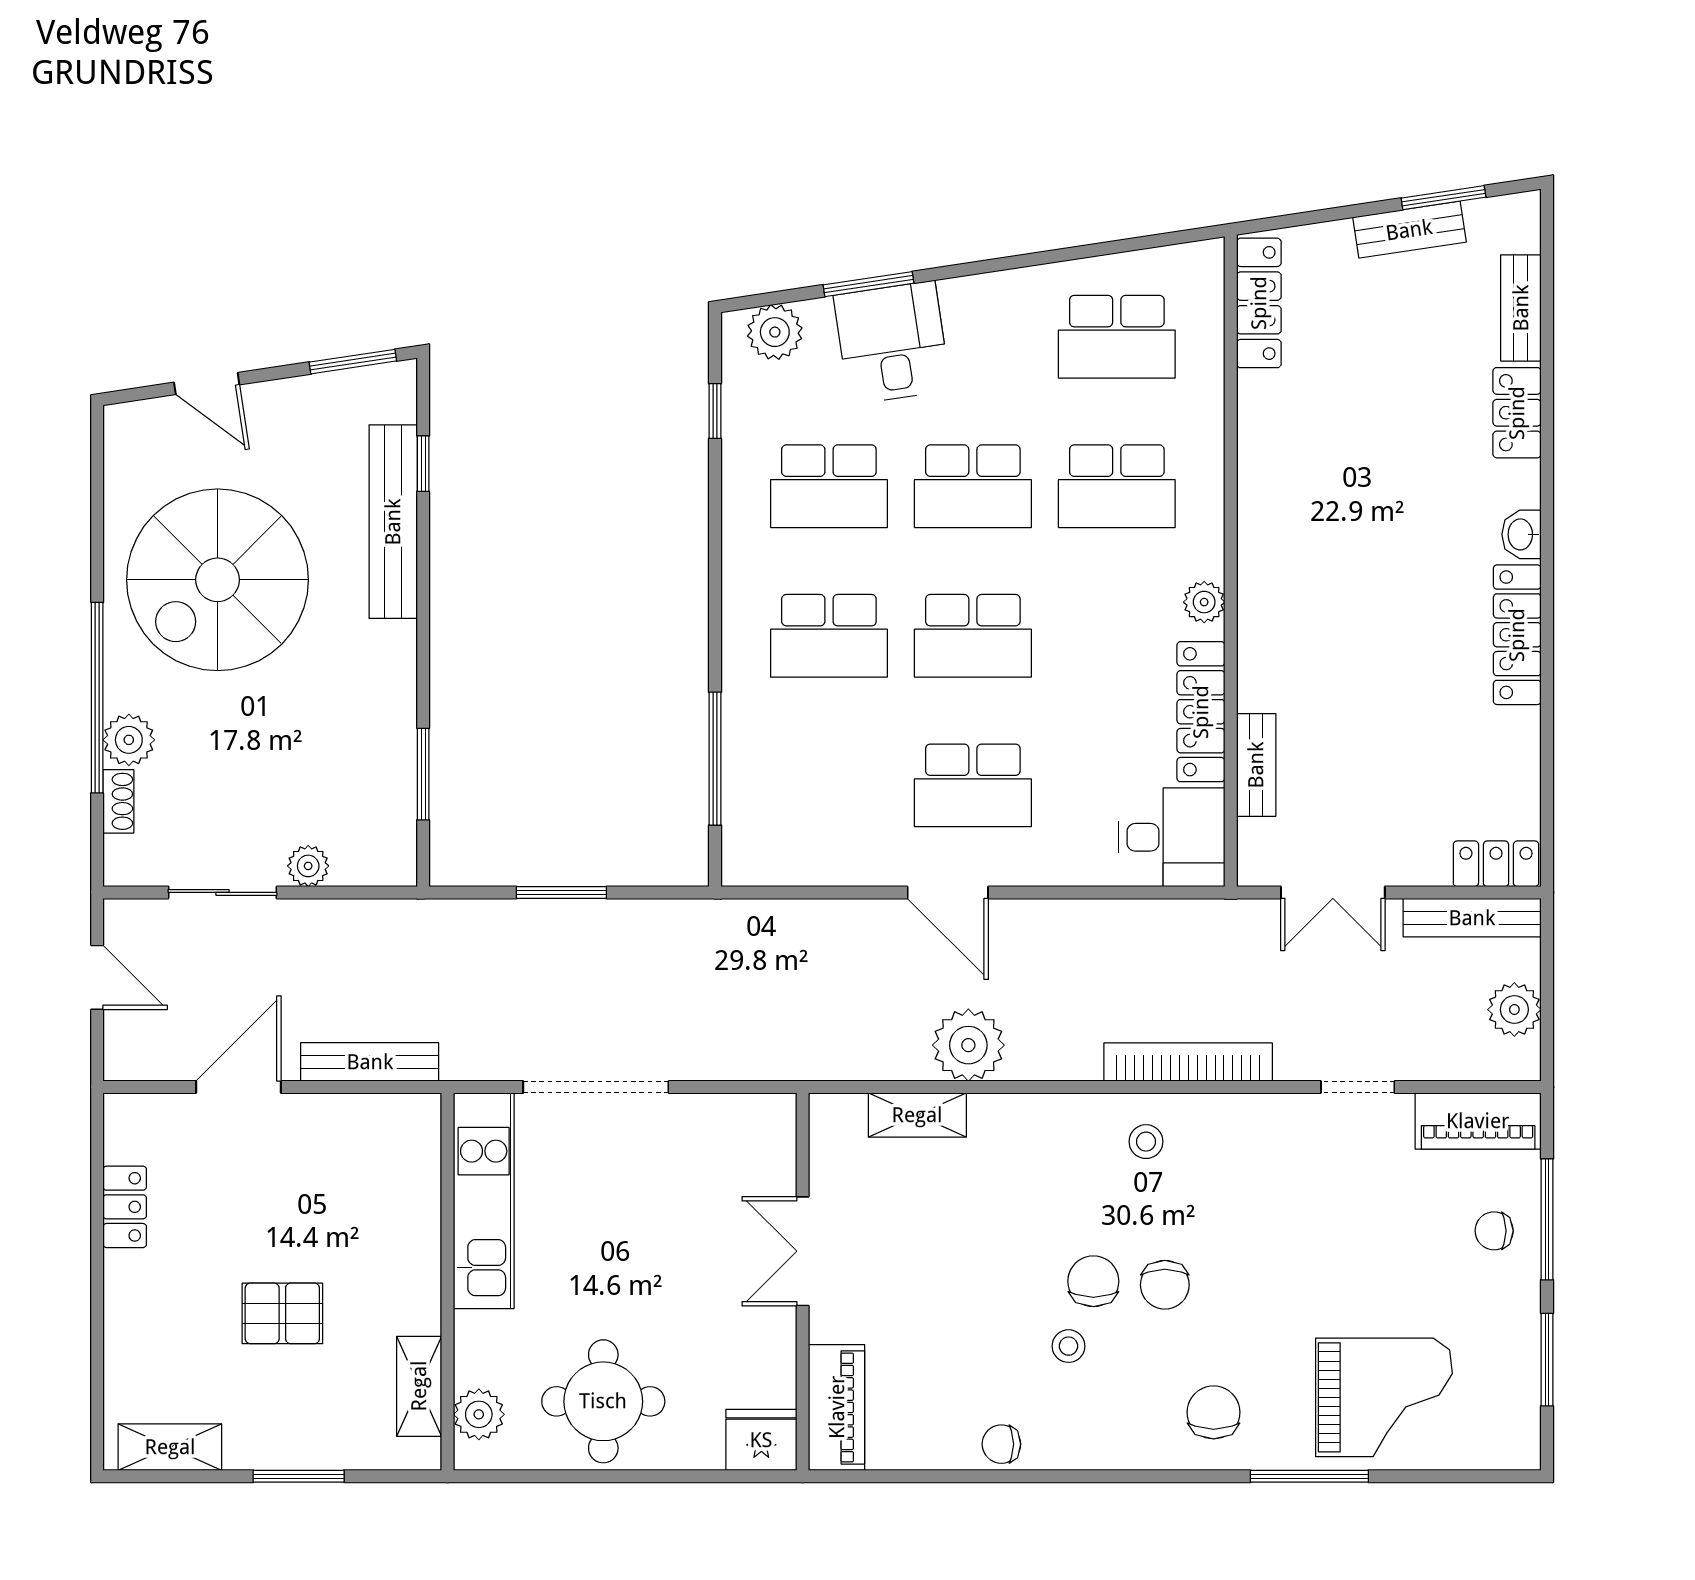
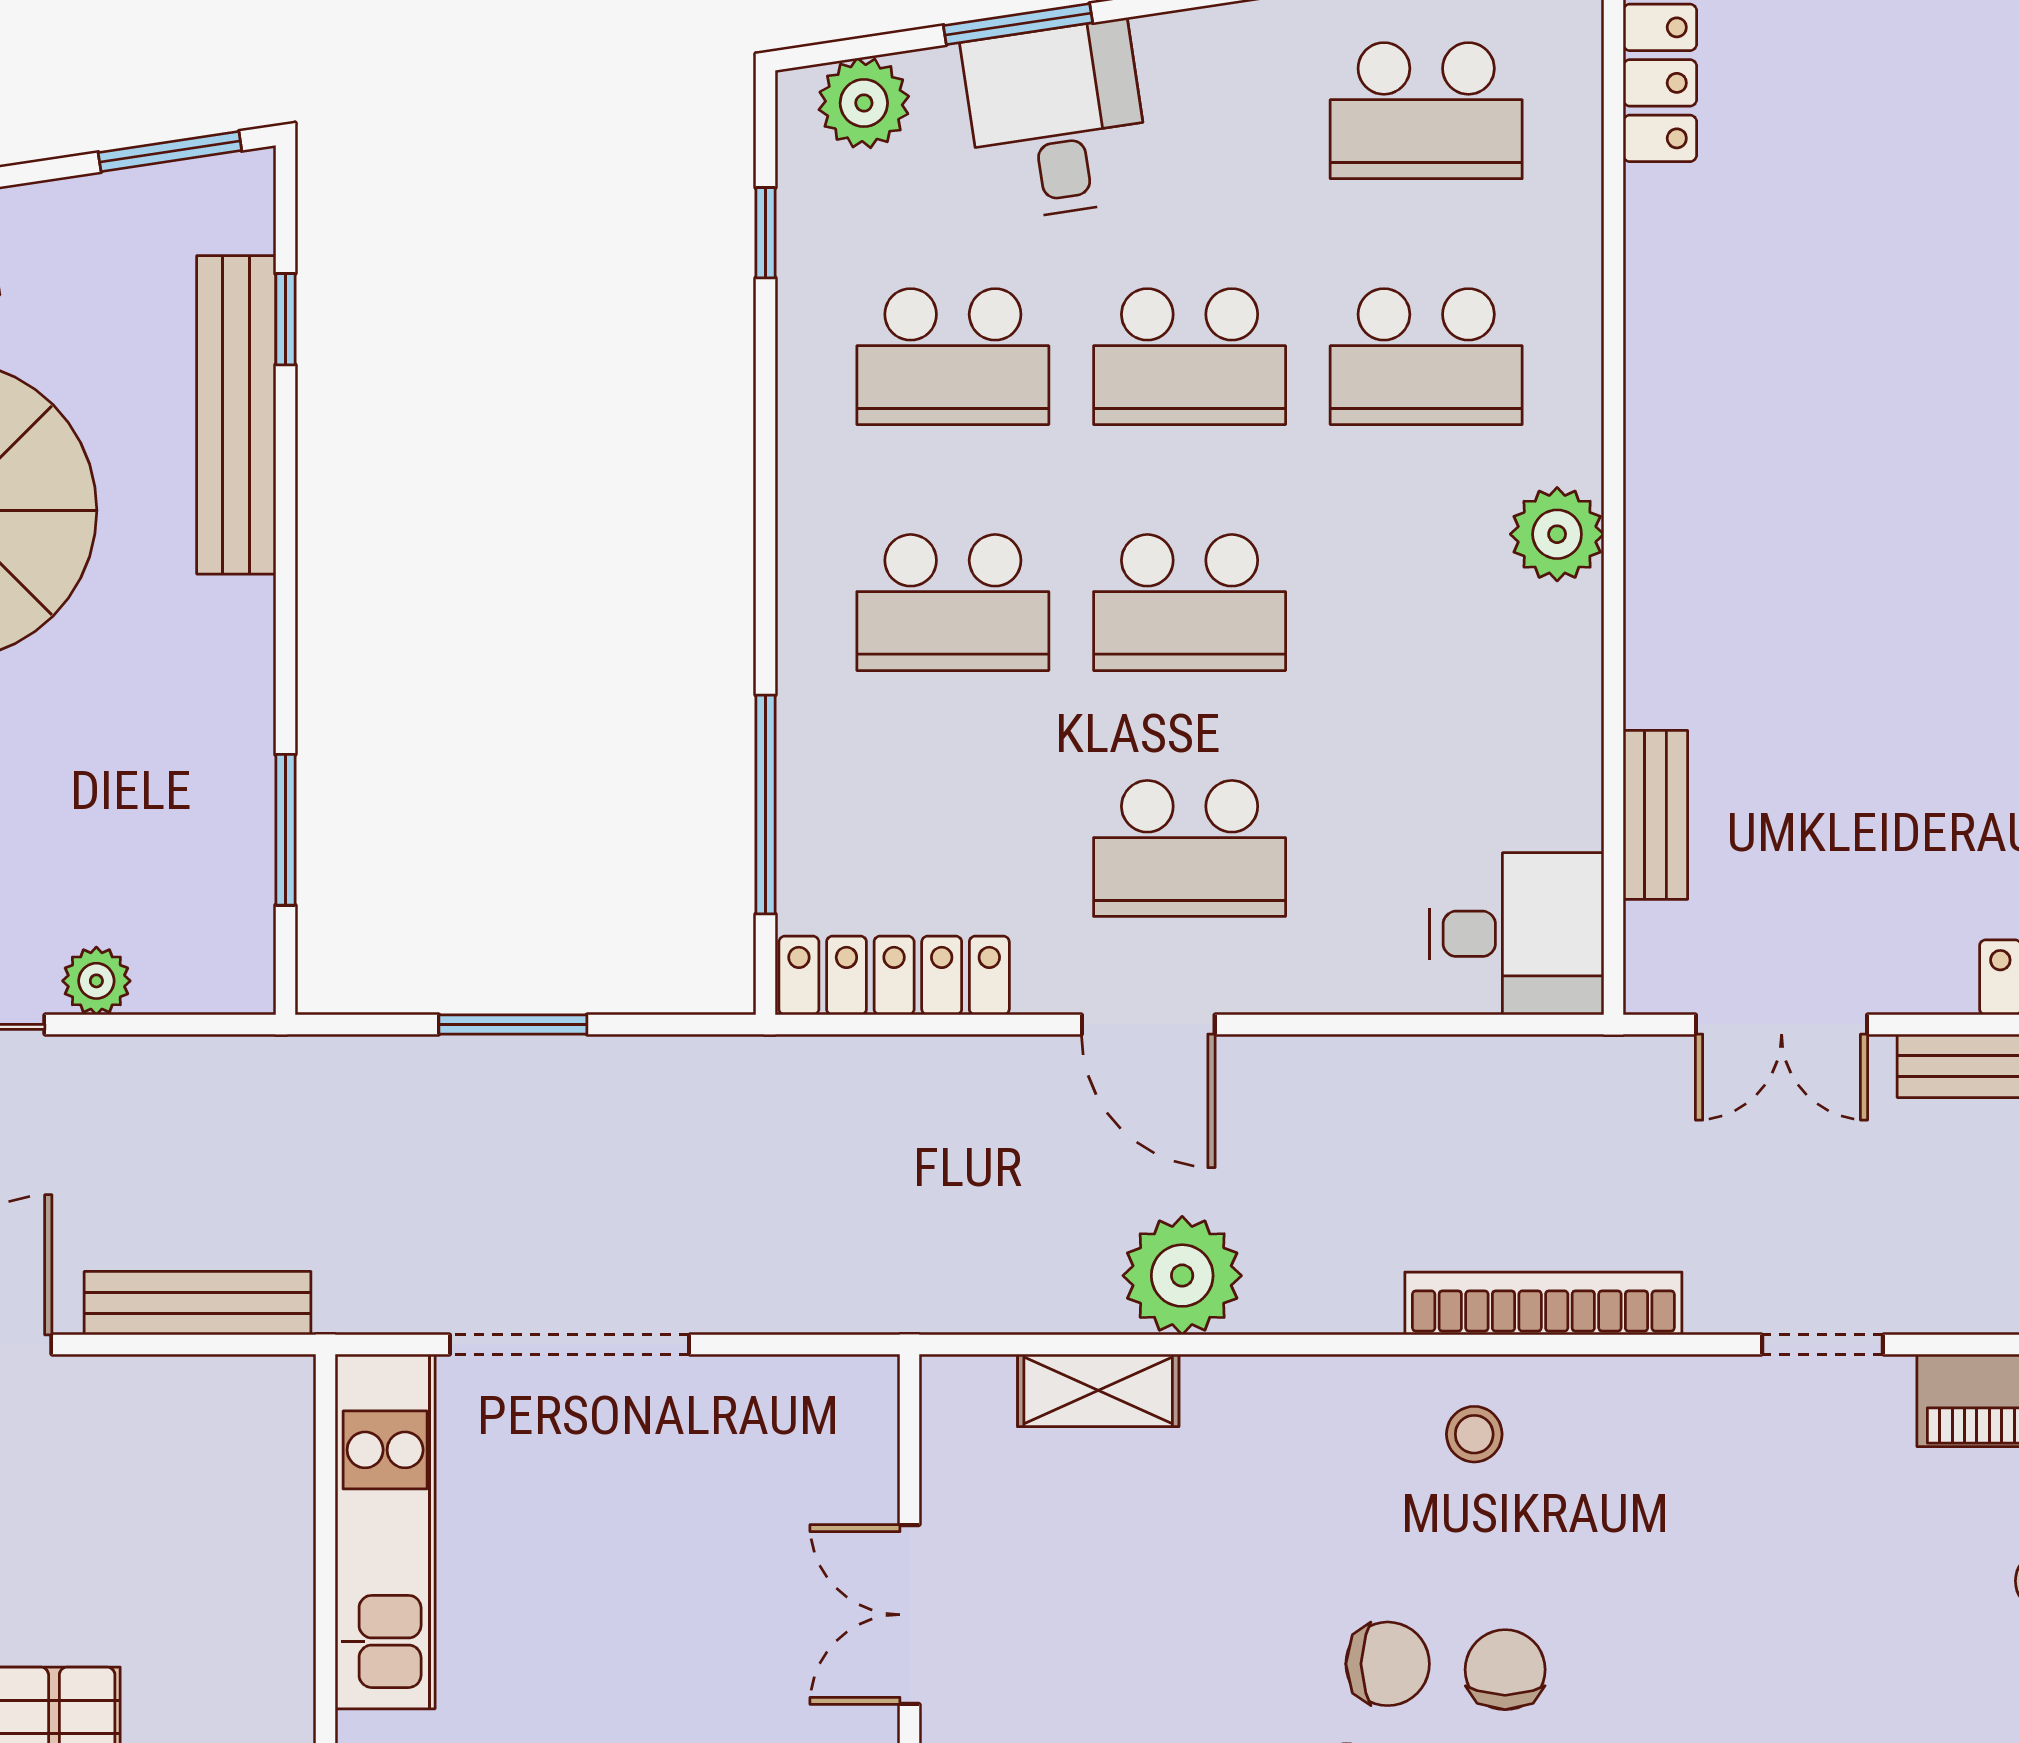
plant: (1204, 602) -> (1557, 534), width x1.38, depth x1.38
locker: (1201, 712) -> (894, 976), moved, turned 90
chair: (1093, 1281) -> (1388, 1664), turned 90
chair: (1165, 1285) -> (1505, 1670), turned 180

